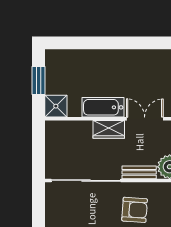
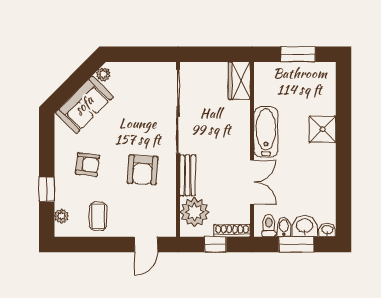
shower: (56, 106) -> (322, 129), moved
wardrobe: (109, 129) -> (239, 81), moved

